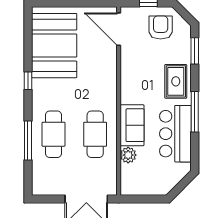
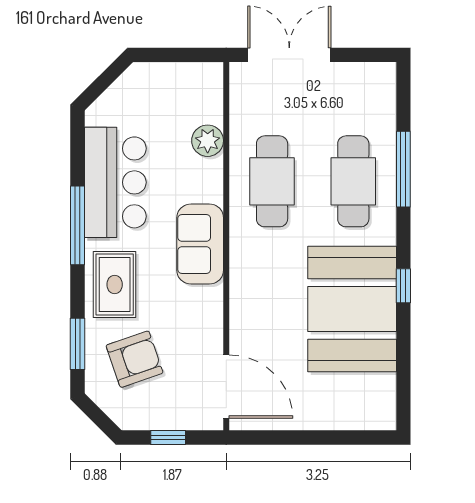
armchair: (161, 27) -> (135, 359), moved, turned -109
booth: (54, 46) -> (352, 309), moved
sofa: (132, 125) -> (200, 244), moved

